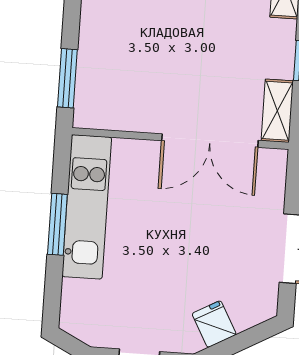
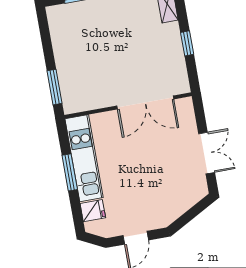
shelving: (277, 111) -> (180, 76), removed
fridge: (214, 324) -> (93, 211), moved, turned 119

